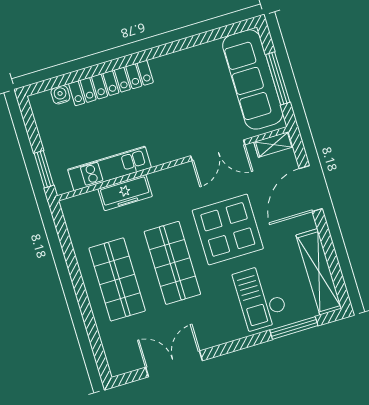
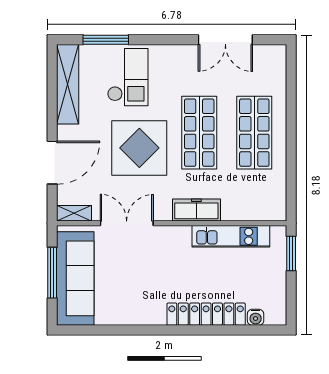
freezer: (125, 193) -> (196, 210), moved

